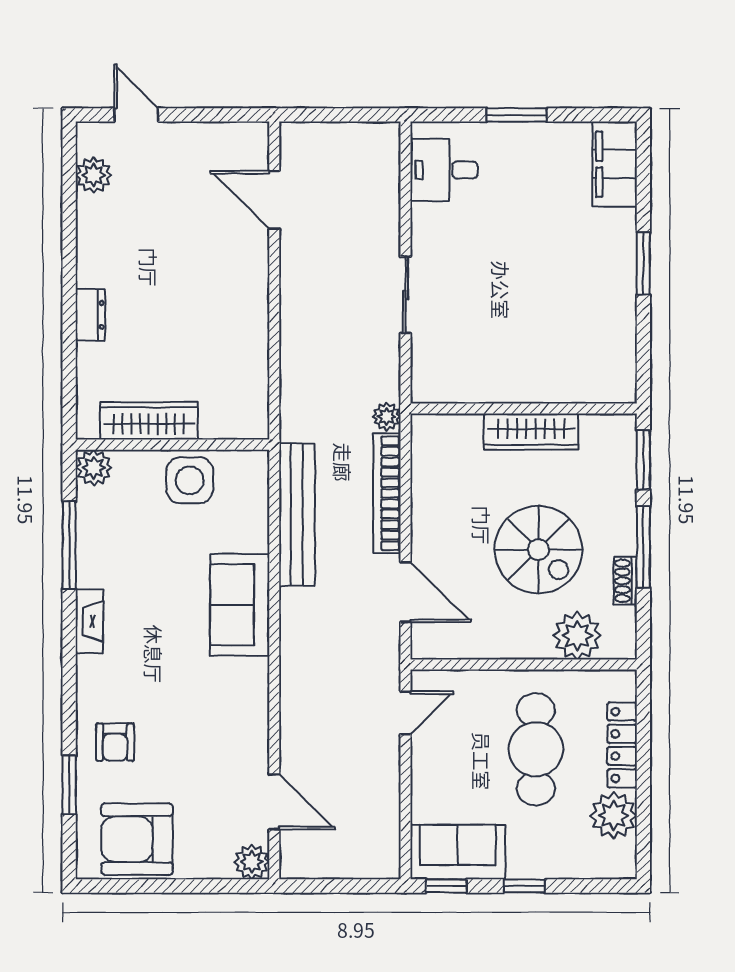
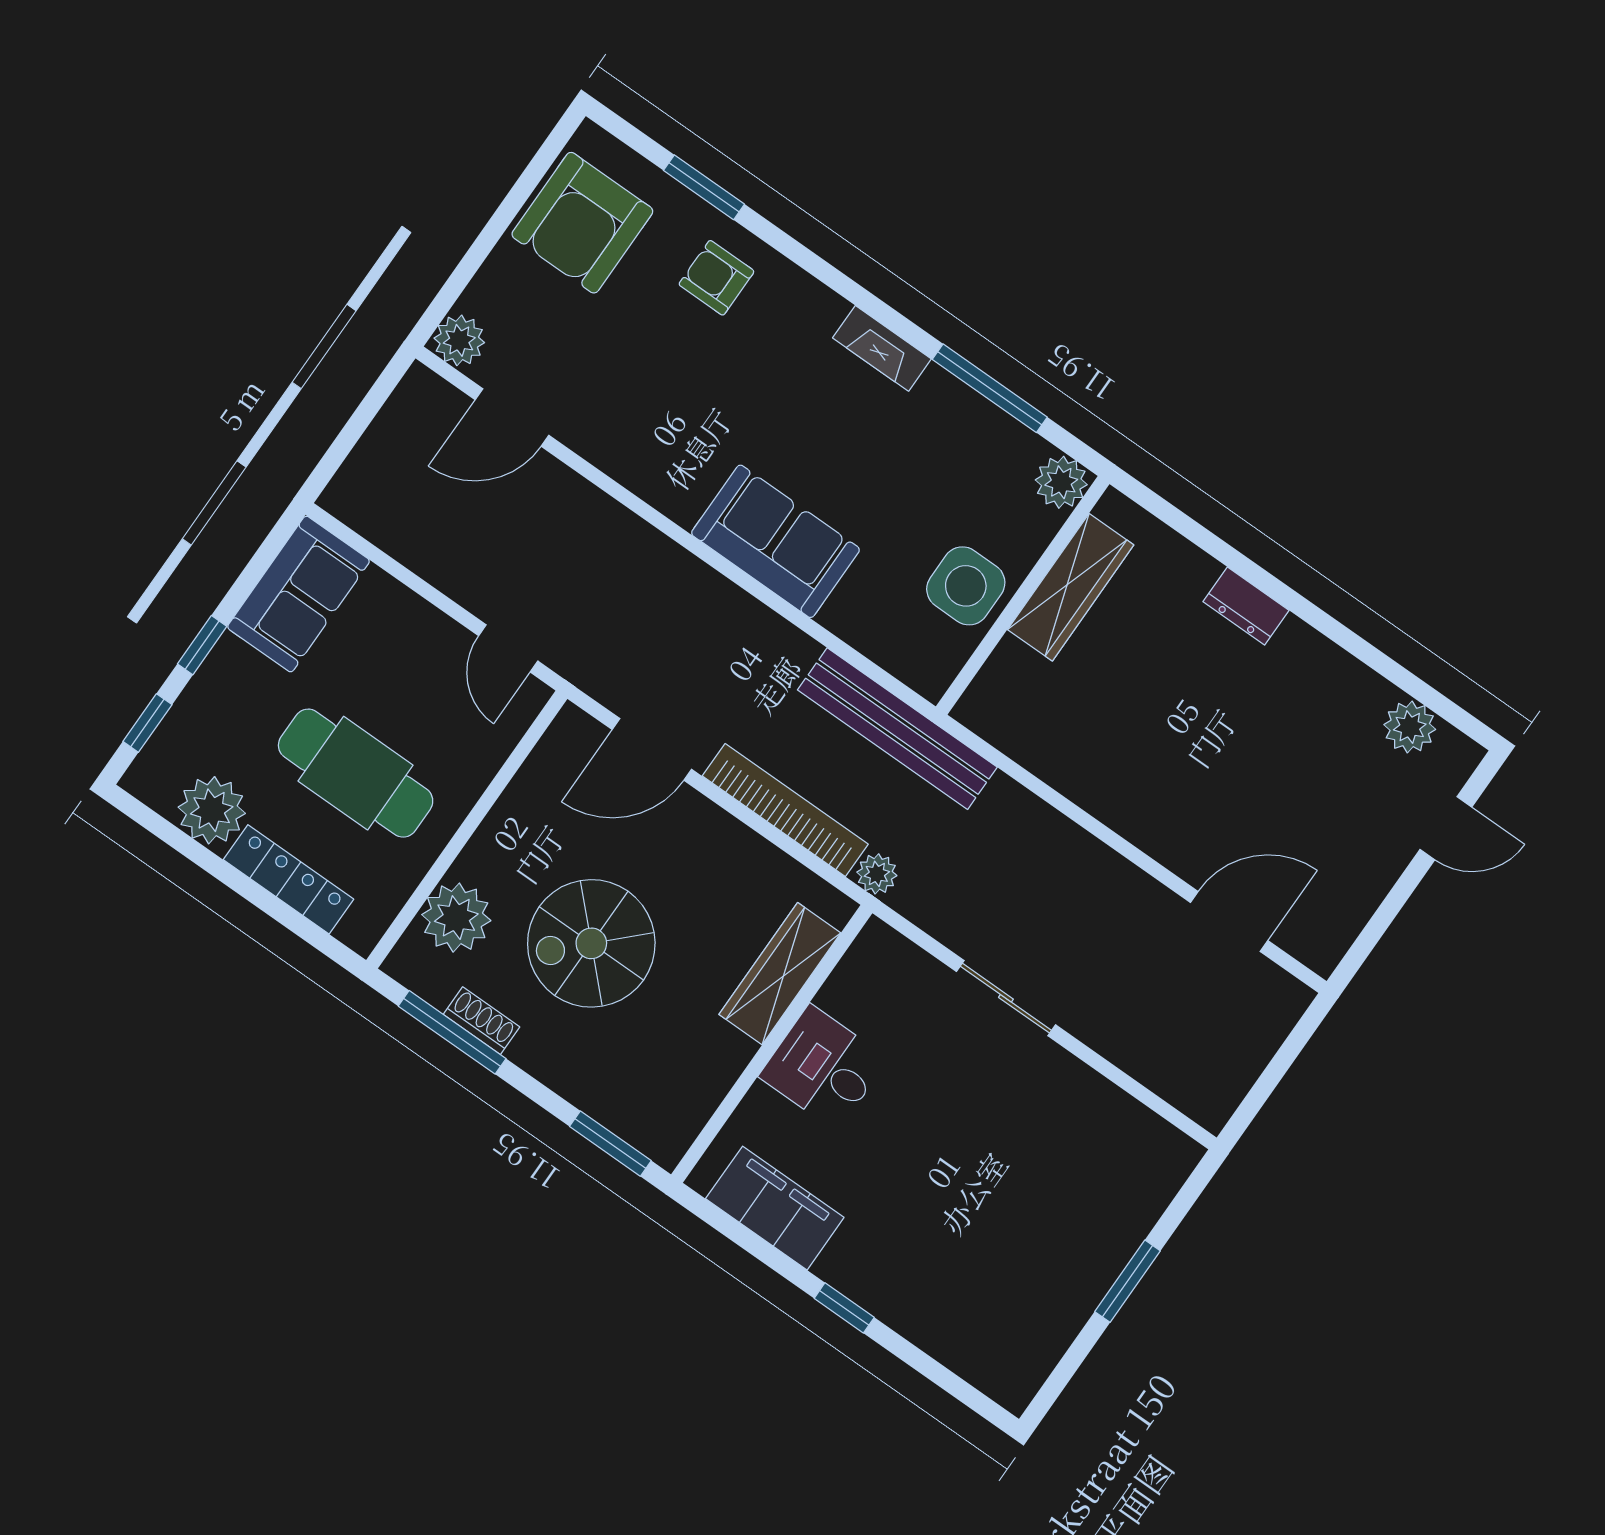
filing cabinet: (615, 164) -> (775, 1208), moved
desk: (444, 170) -> (823, 1068), moved, turned -90
window: (643, 264) -> (844, 1308), width x0.67
wardrobe: (531, 432) -> (780, 974), moved
bench: (297, 515) -> (897, 729), moved
window: (643, 547) -> (452, 1032), moved
armchair: (137, 839) -> (582, 223), turned 180
window: (446, 886) -> (147, 723), moved

